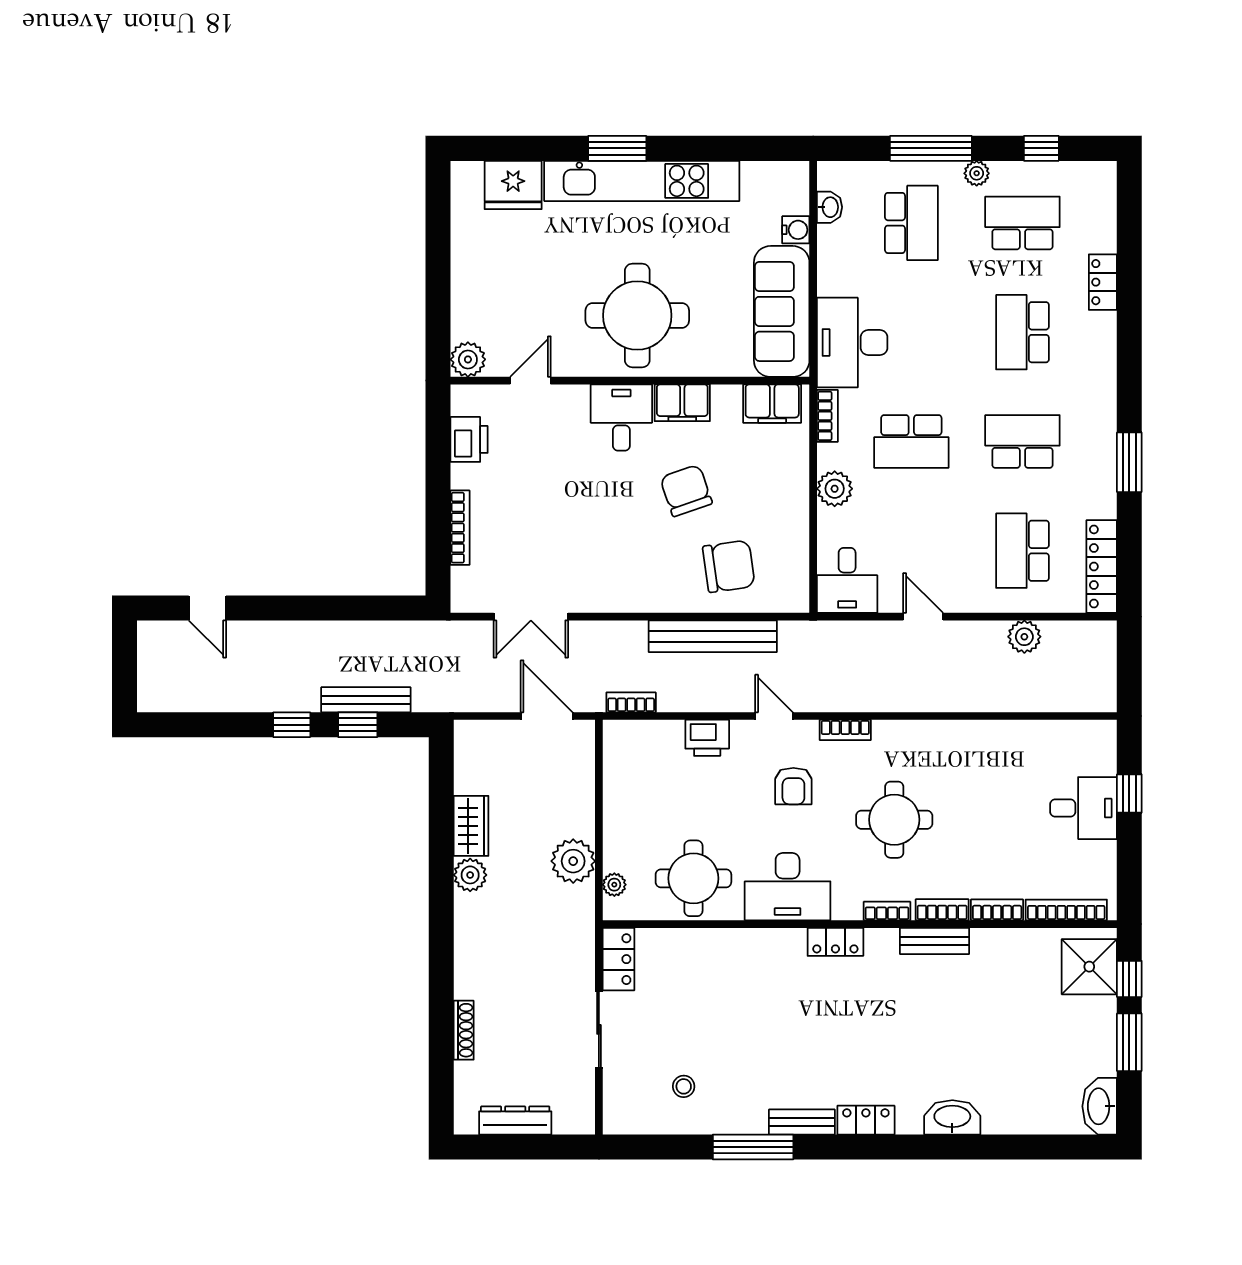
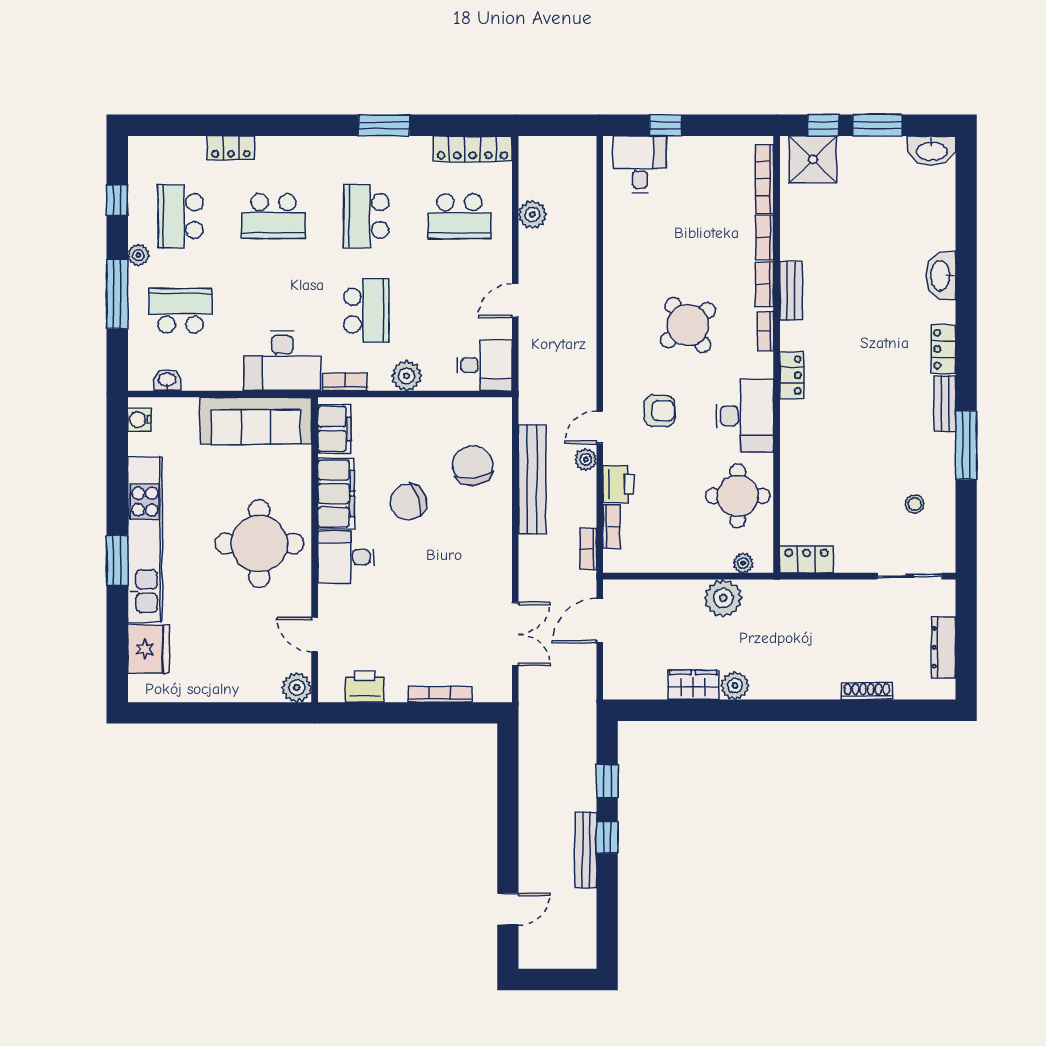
water cooler: (796, 230) -> (139, 419), moved, turned -90
filing cabinet: (682, 403) -> (336, 494), width x1.50, depth x1.17
plant: (736, 699) -> (586, 459), added
bench: (366, 700) -> (586, 850), moved
bookcase: (845, 730) -> (612, 527), moved
desk: (1083, 808) -> (640, 164), moved
round table: (894, 820) -> (688, 325), turned -37
sliding door: (599, 1029) -> (910, 576), moved

